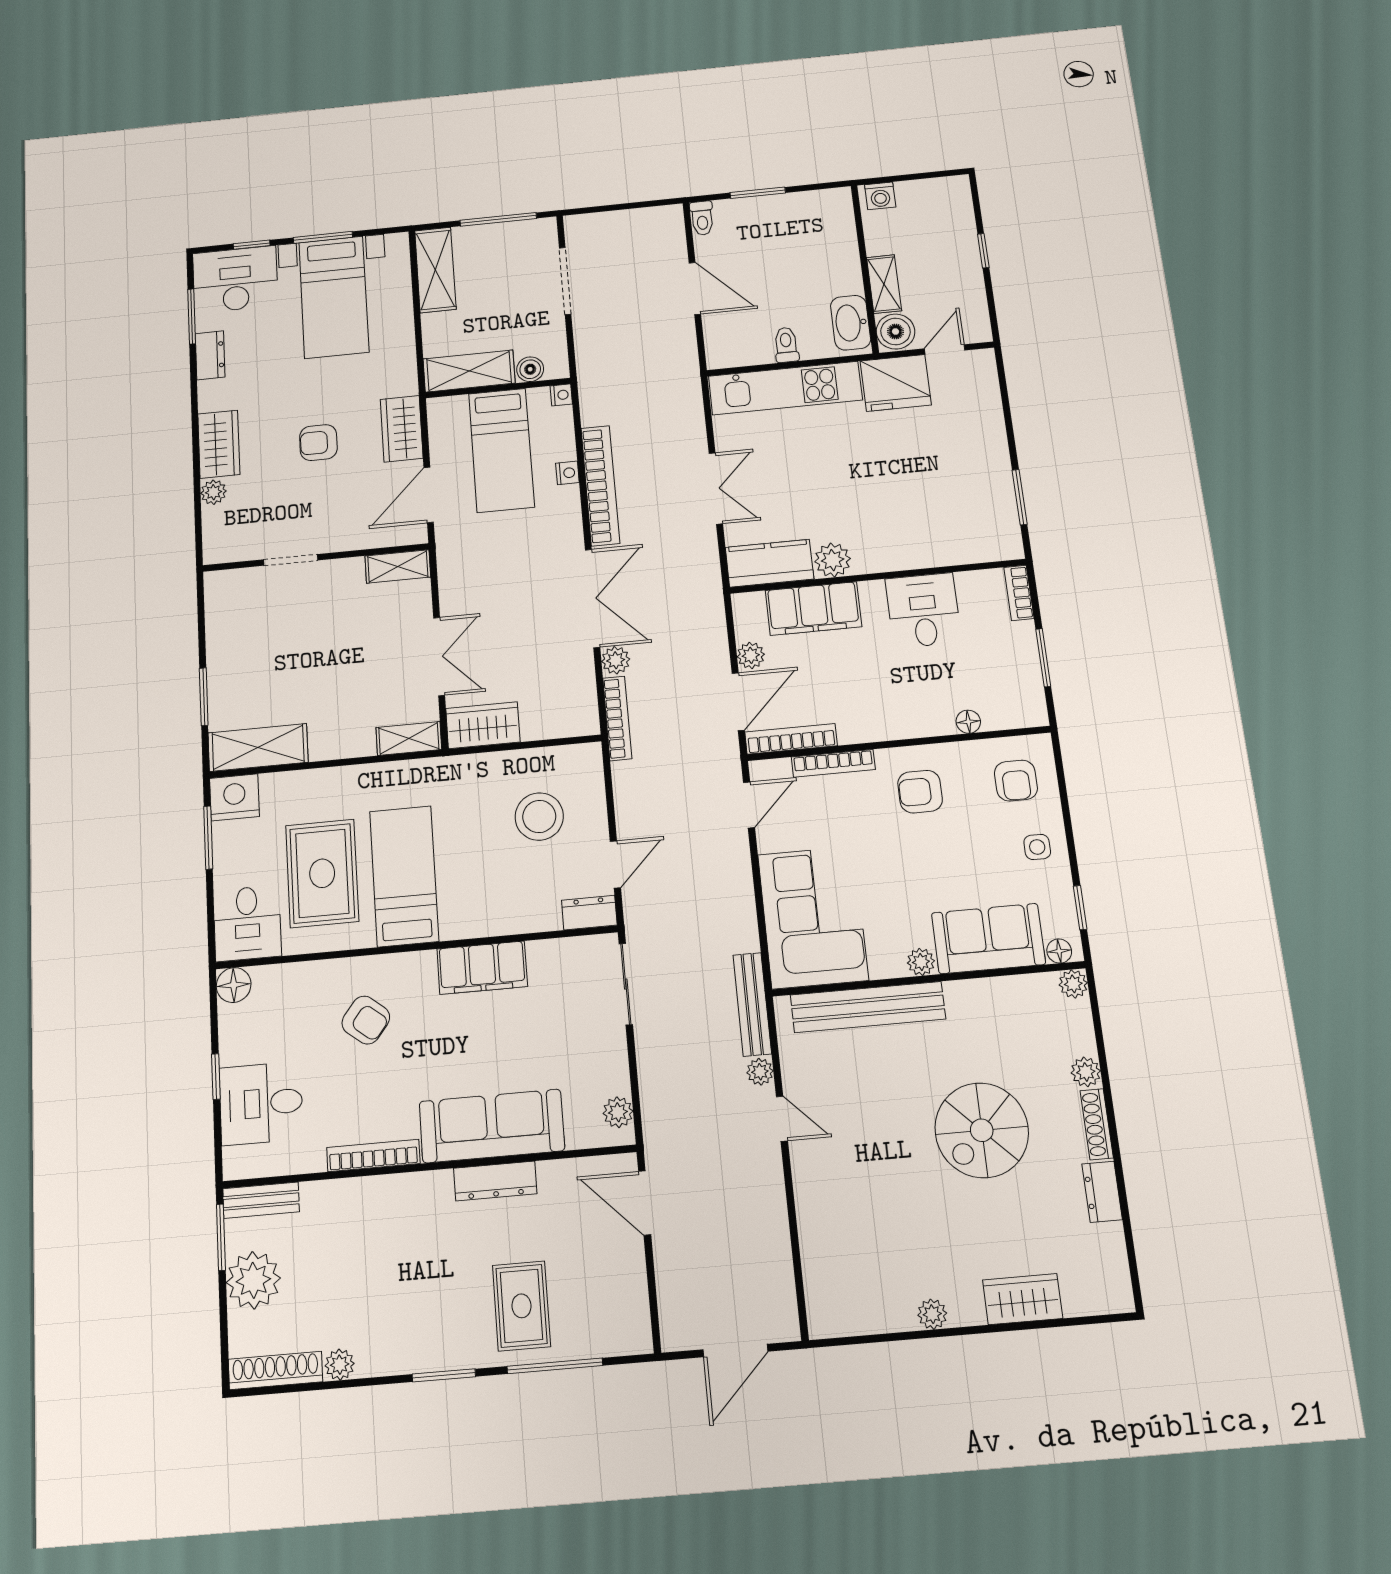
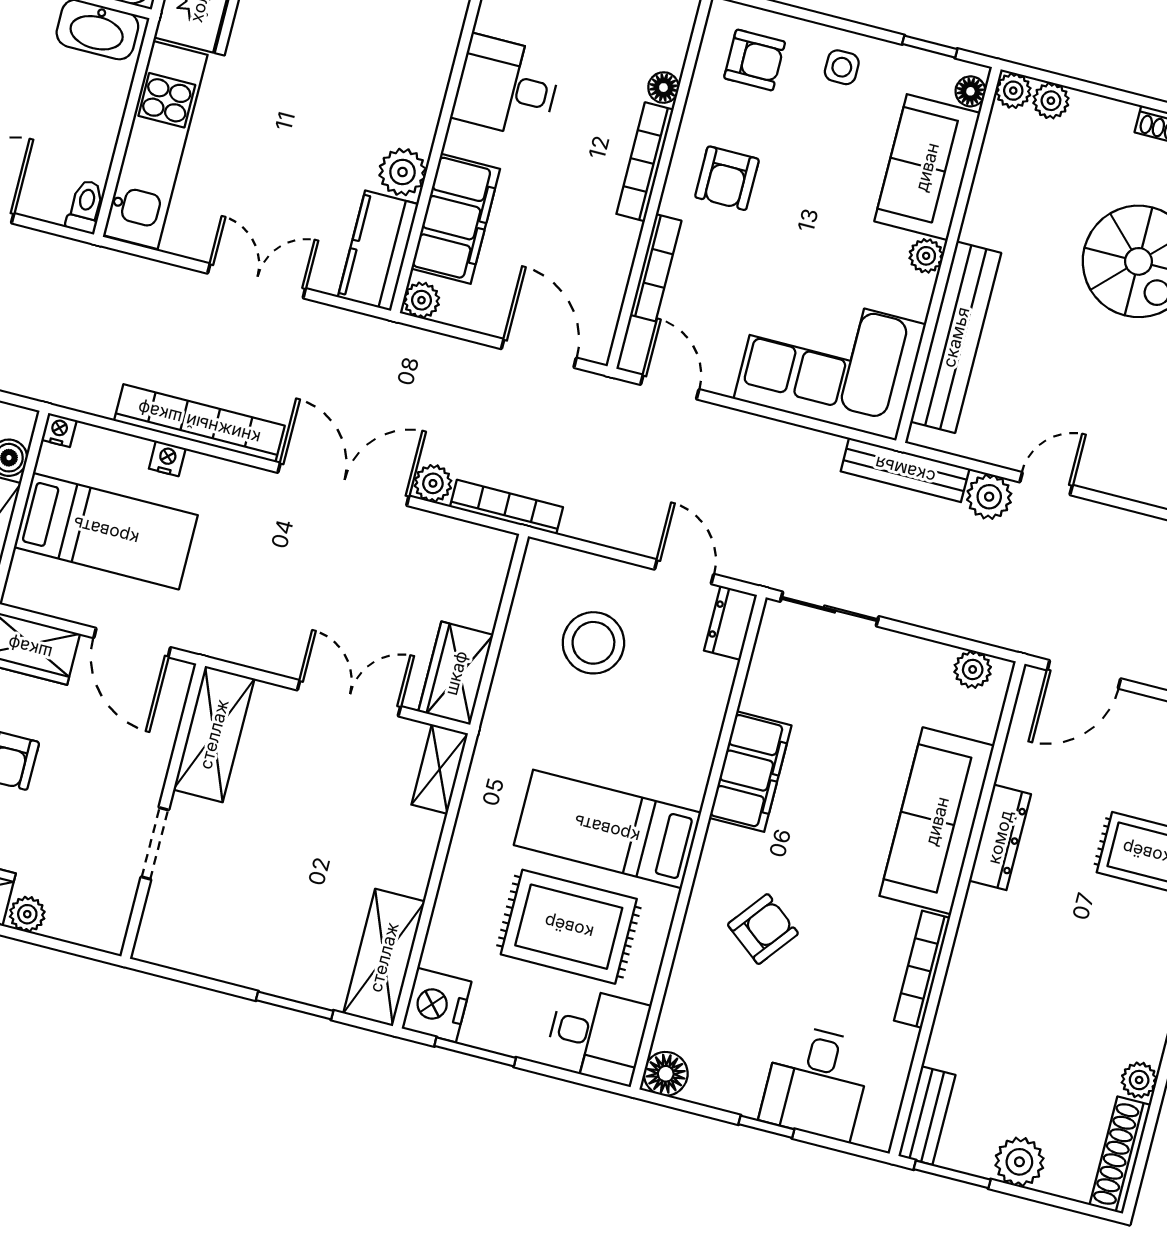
toilet: (786, 345) -> (85, 206), moved, turned 90
shelving: (398, 566) -> (214, 734), width x1.50, depth x1.33
plant: (751, 655) -> (422, 300), moved
bookcase: (791, 739) -> (645, 162), moved
plant: (760, 1072) -> (989, 497), width x1.38, depth x1.38
plant: (1086, 1072) -> (1051, 101), moved
plant: (253, 1280) -> (1019, 1162), width x0.73, depth x0.73

